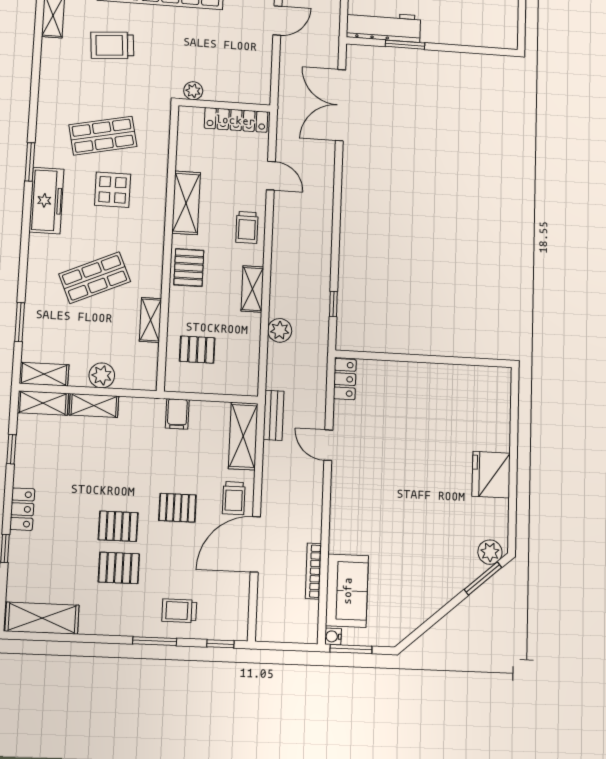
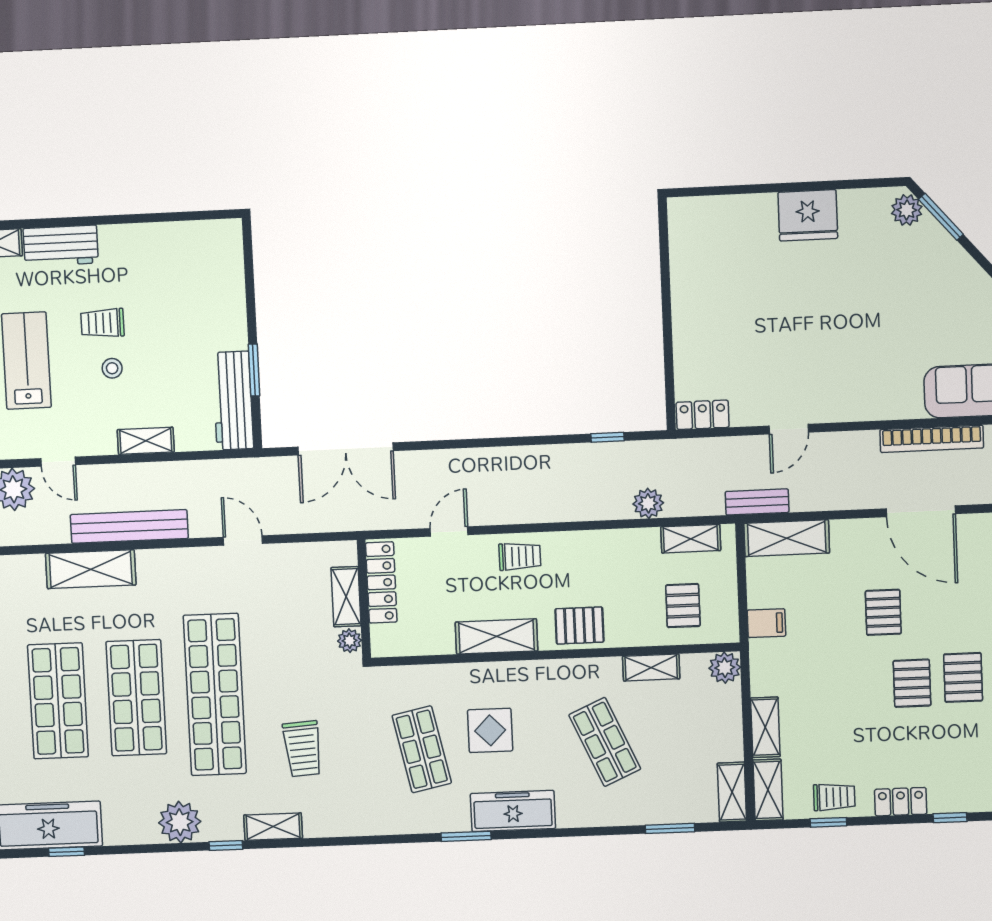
shelving: (227, 92) -> (346, 597), added
shelving: (252, 289) -> (691, 539), moved
plant: (102, 375) -> (725, 668), moved
trolley: (234, 498) -> (834, 797), moved
bookcase: (313, 571) -> (932, 439), width x1.48, depth x1.31

